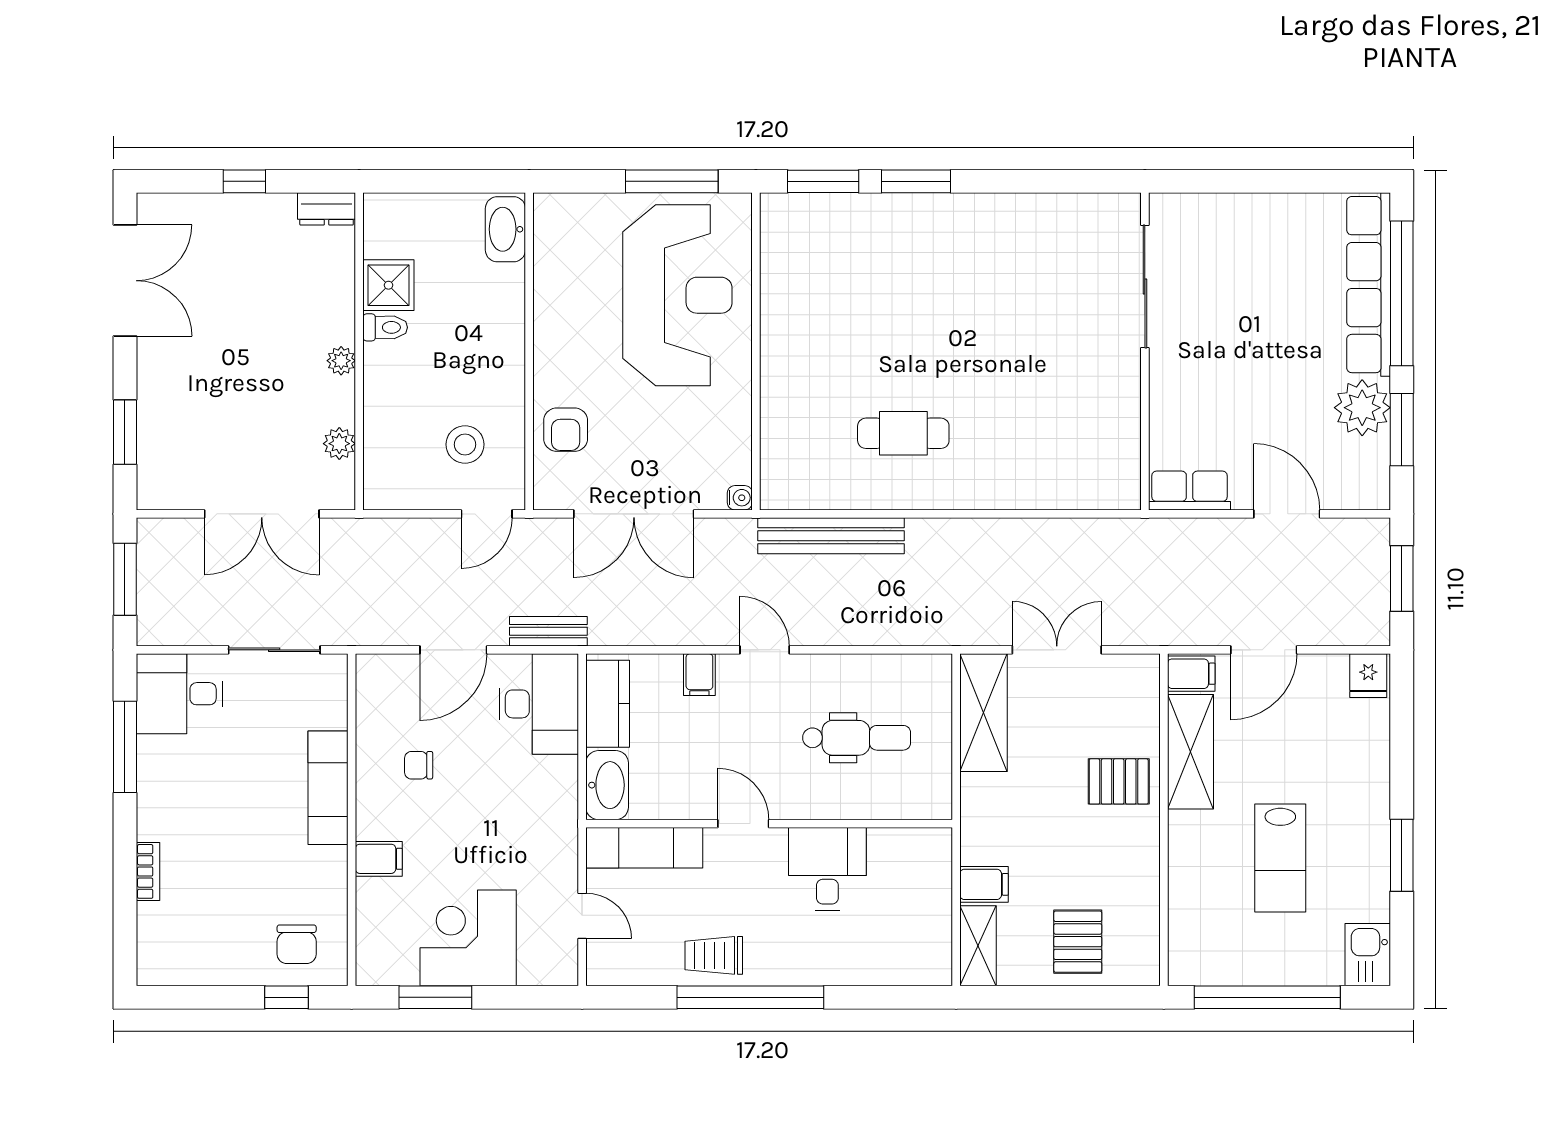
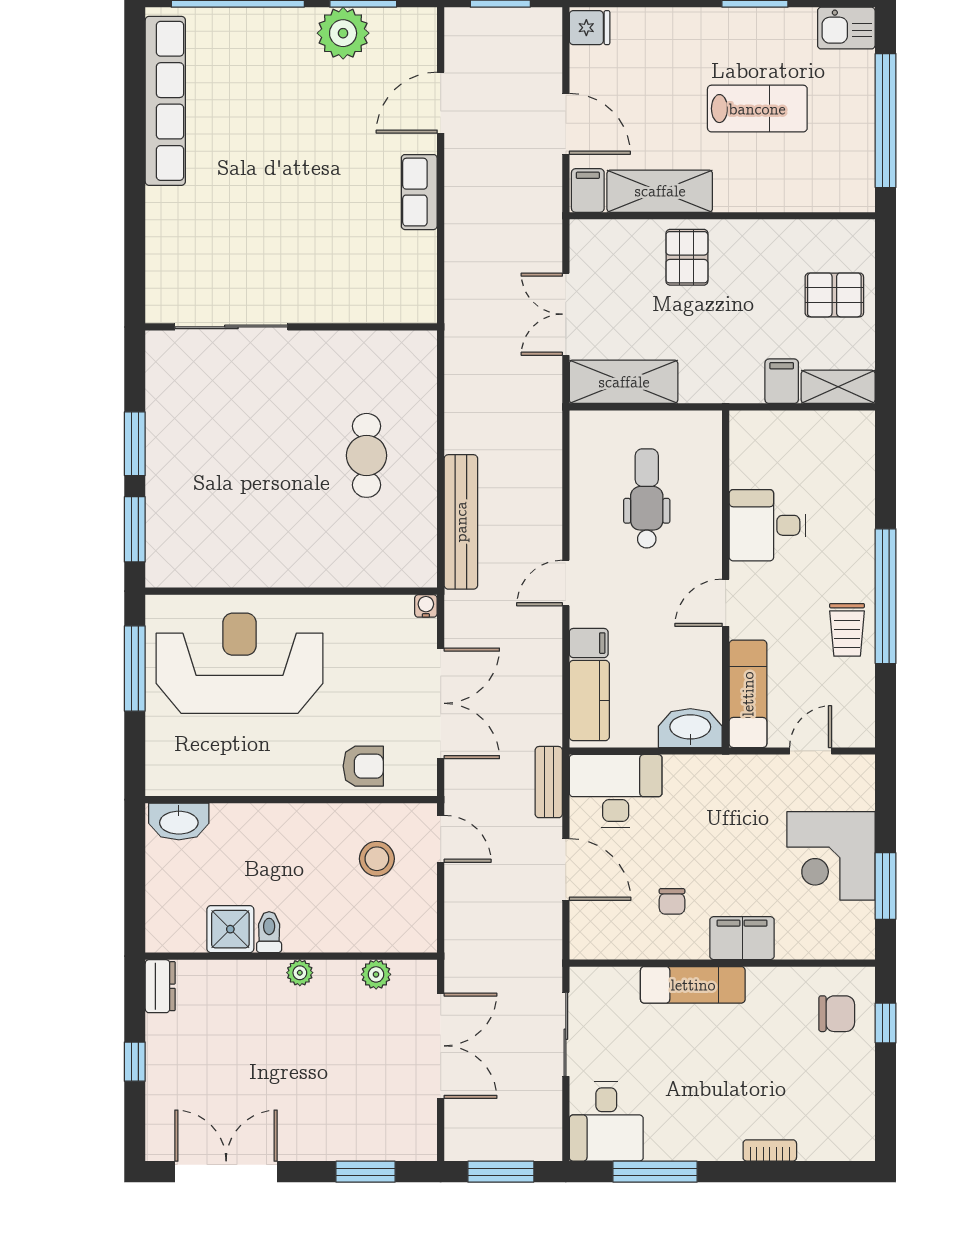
row of seats: (1369, 285) -> (165, 101), moved, turned -90
sliding door: (1145, 286) -> (231, 327), moved
wall: (1145, 351) -> (291, 327), moved
kitchen counter: (608, 704) -> (589, 700), moved, turned 90
filing cabinet: (379, 859) -> (742, 938), width x2.00

